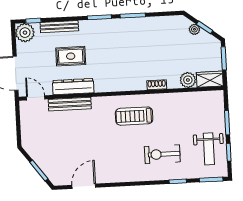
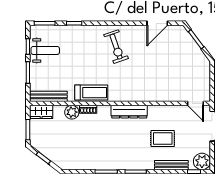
plant: (194, 29) -> (52, 157), removed
plant: (188, 80) -> (72, 112), moved
dresser: (73, 87) -> (129, 112), moved
bench: (70, 104) -> (48, 96), moved
treadmill: (134, 116) -> (91, 93), moved
weight bench: (209, 149) -> (45, 50), turned 90
exercise bike: (162, 154) -> (116, 47), moved, turned 71

